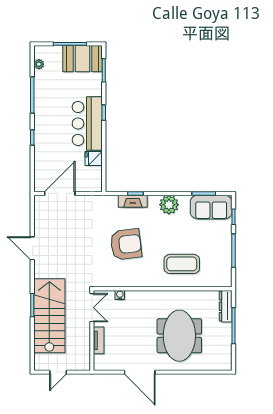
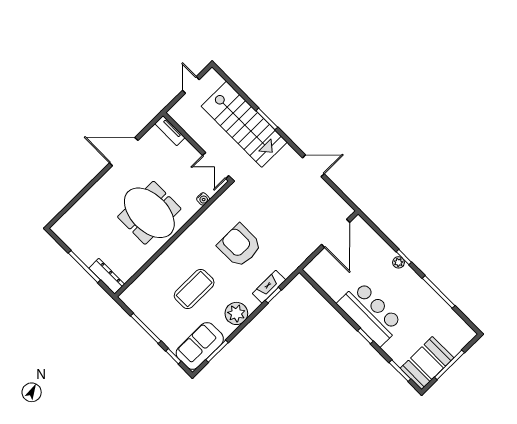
plant: (39, 64) -> (398, 262), moved
fridge: (94, 159) -> (336, 290), removed
armchair: (126, 244) -> (239, 246), turned 97
coffee table: (182, 264) -> (194, 289), moved
meeting table: (179, 336) -> (149, 213), moved
tv unit: (99, 340) -> (170, 131), moved

